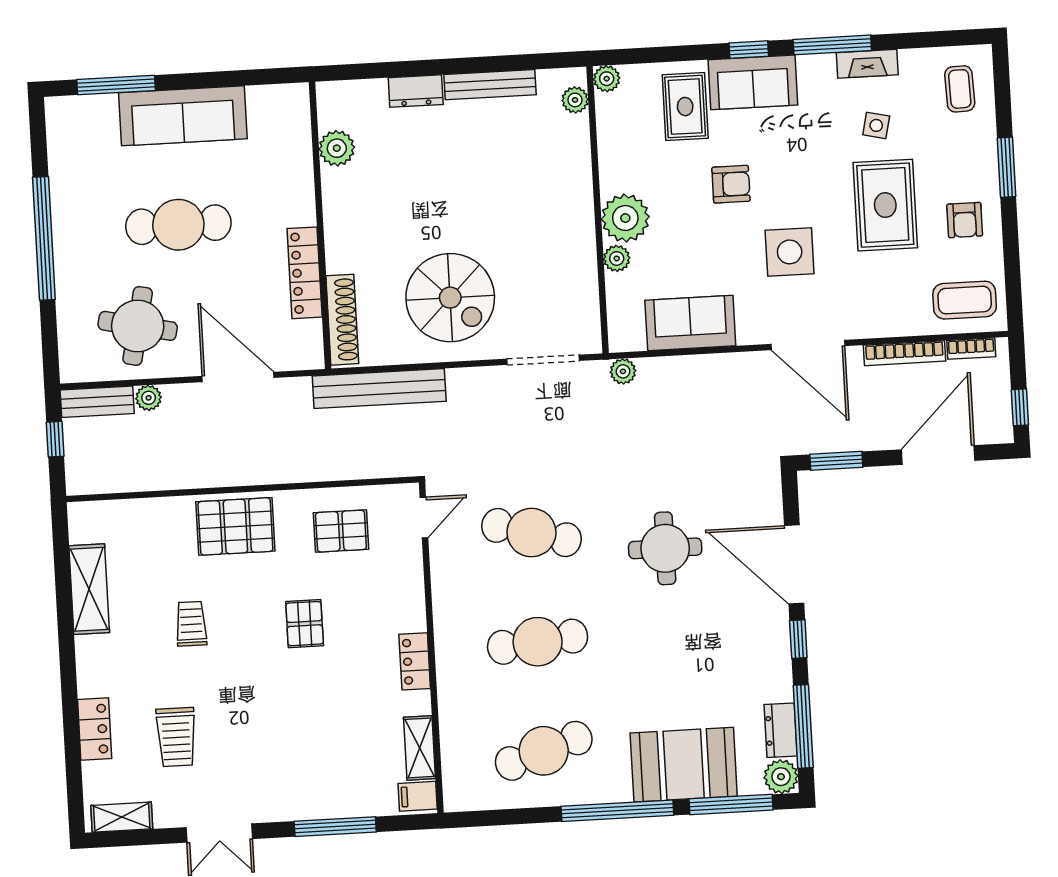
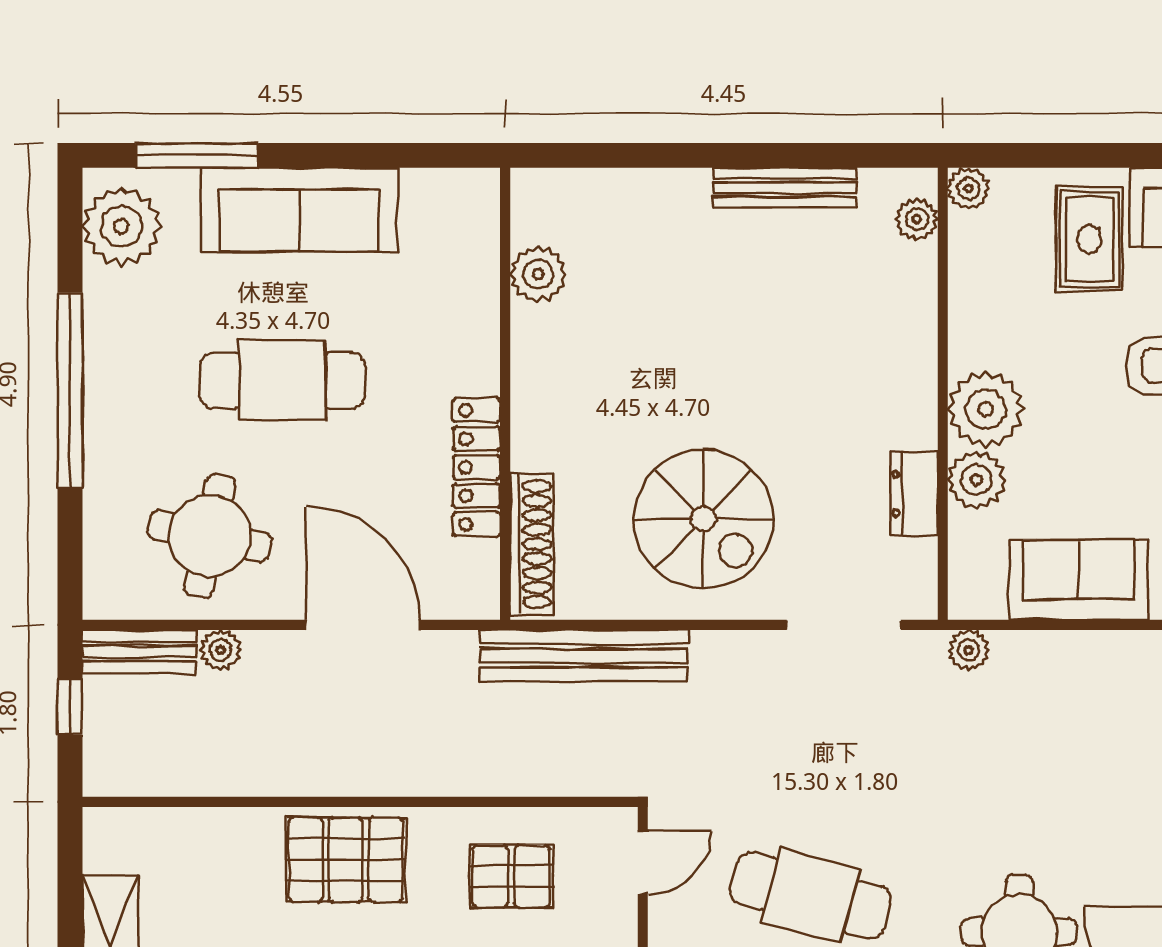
dresser: (416, 91) -> (914, 494), moved, turned 90
plant: (71, 133) -> (122, 227), added
plant: (617, 258) -> (976, 480), width x1.38, depth x1.38

